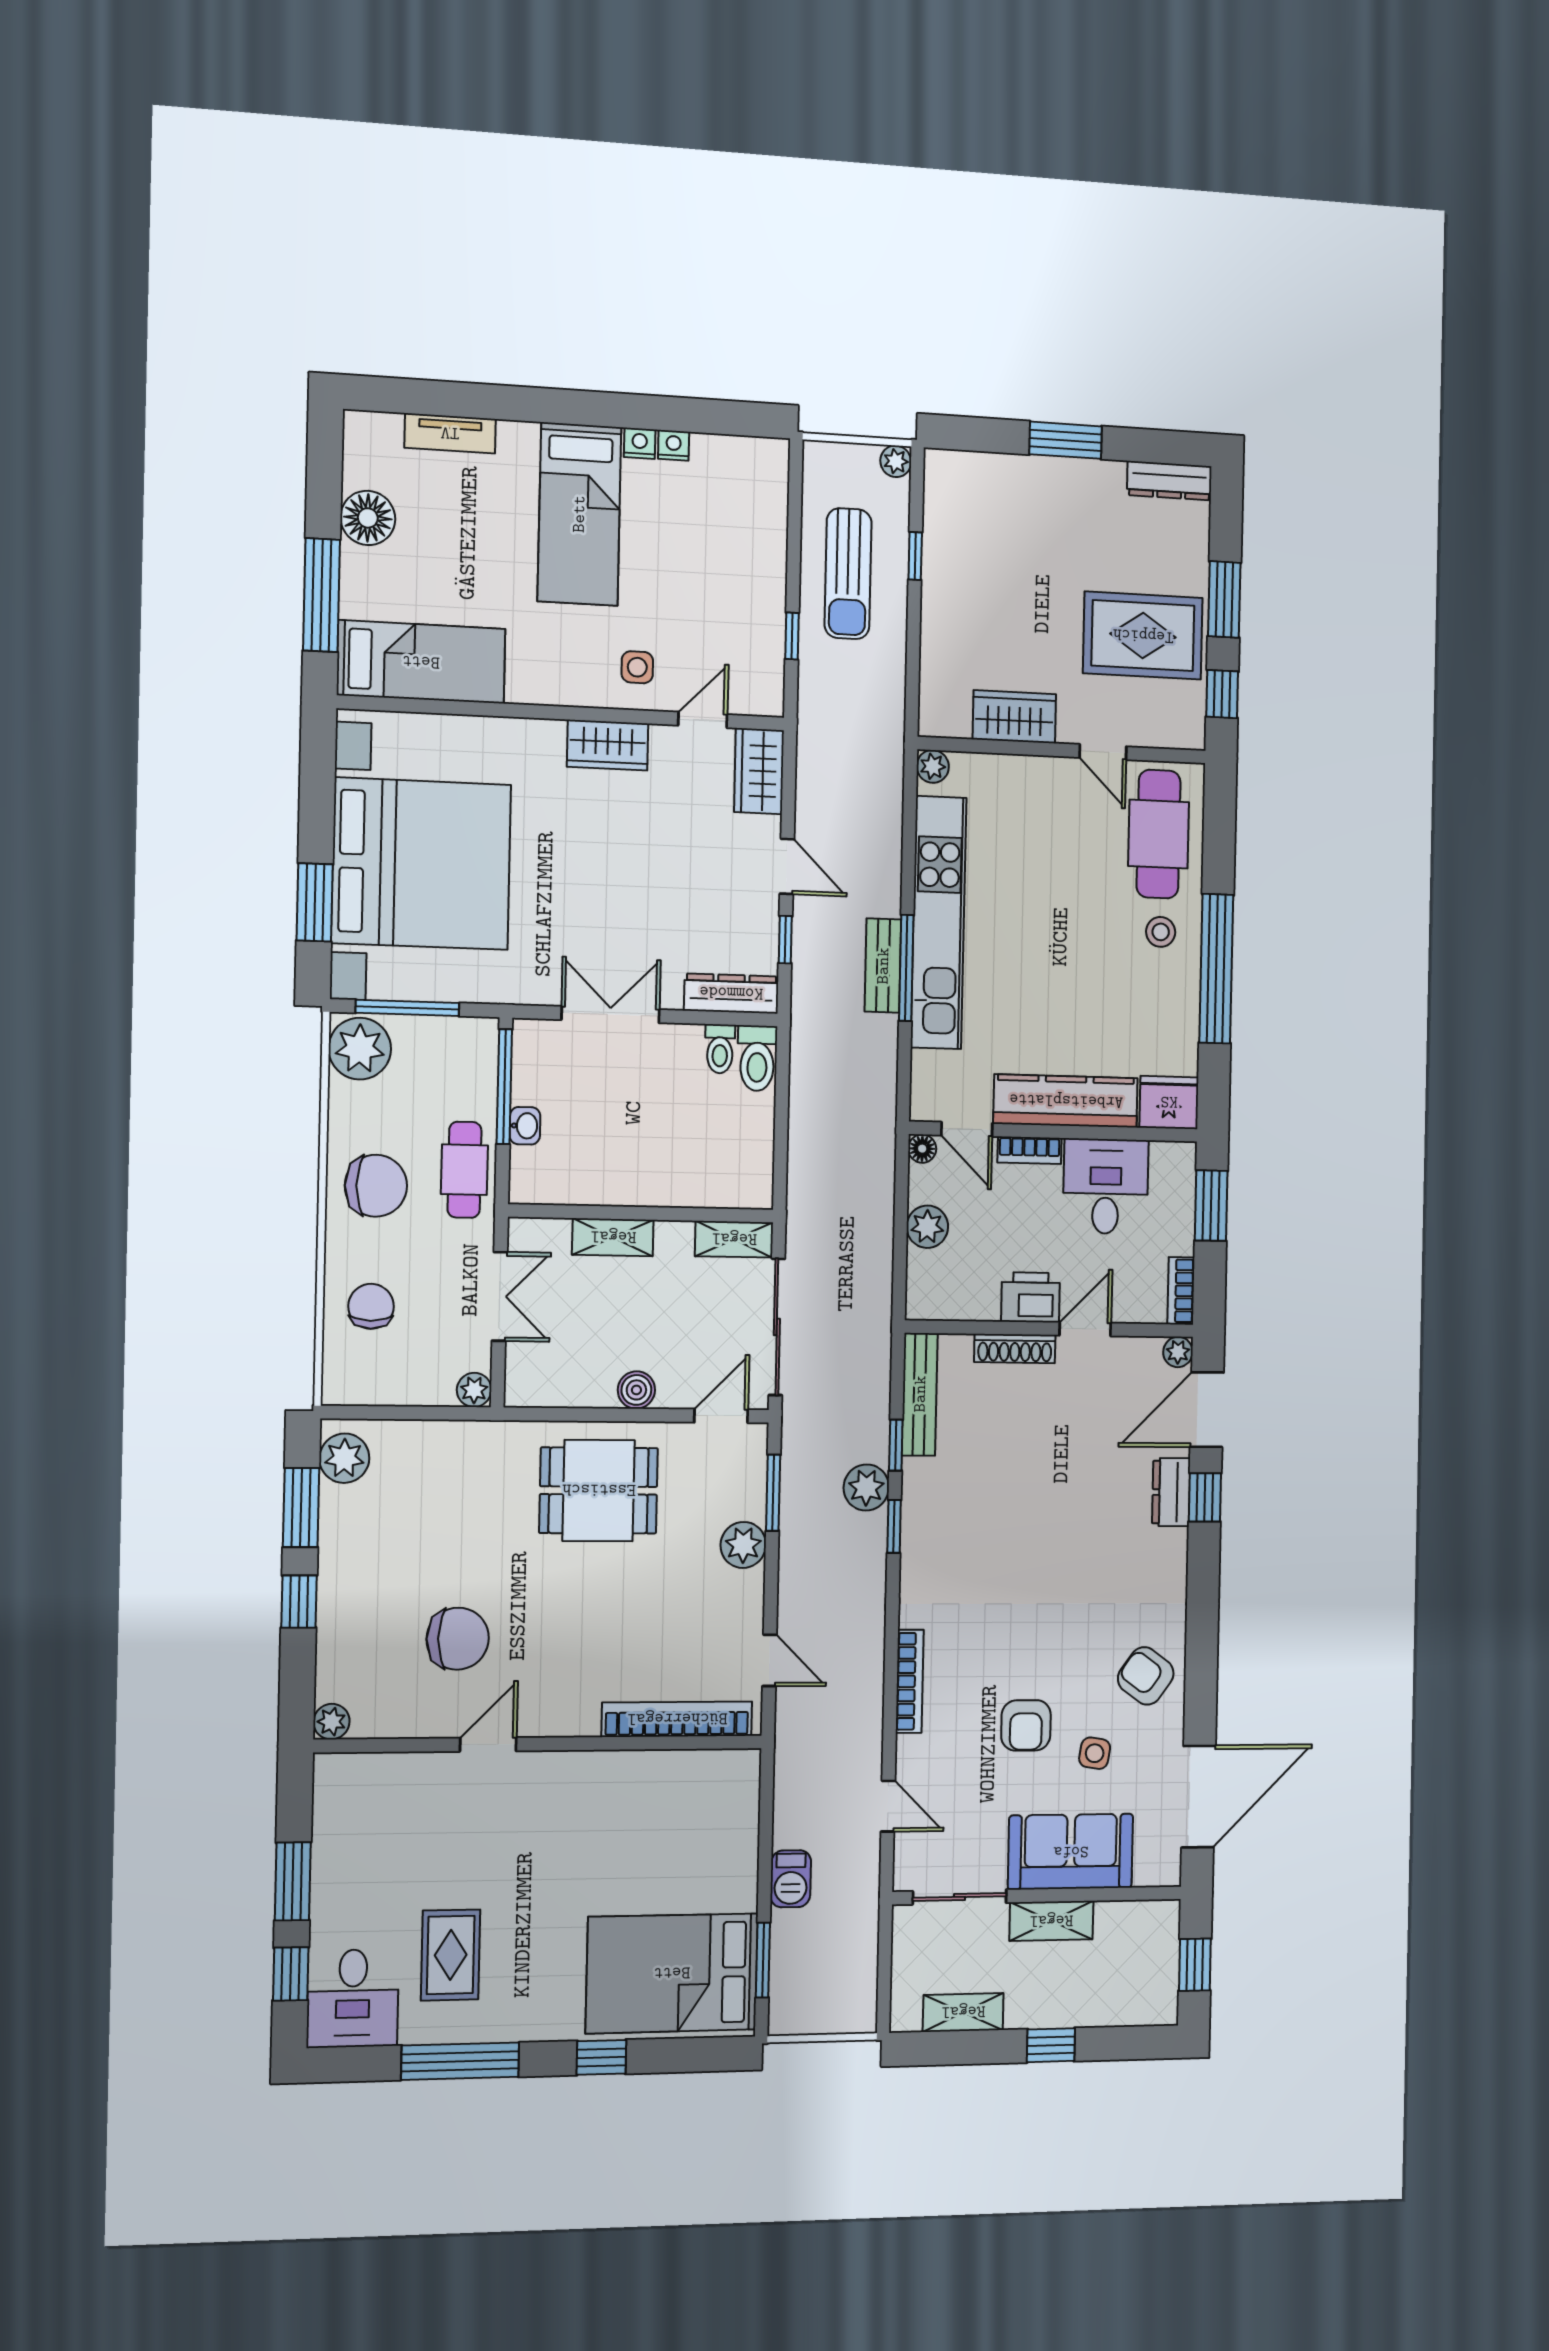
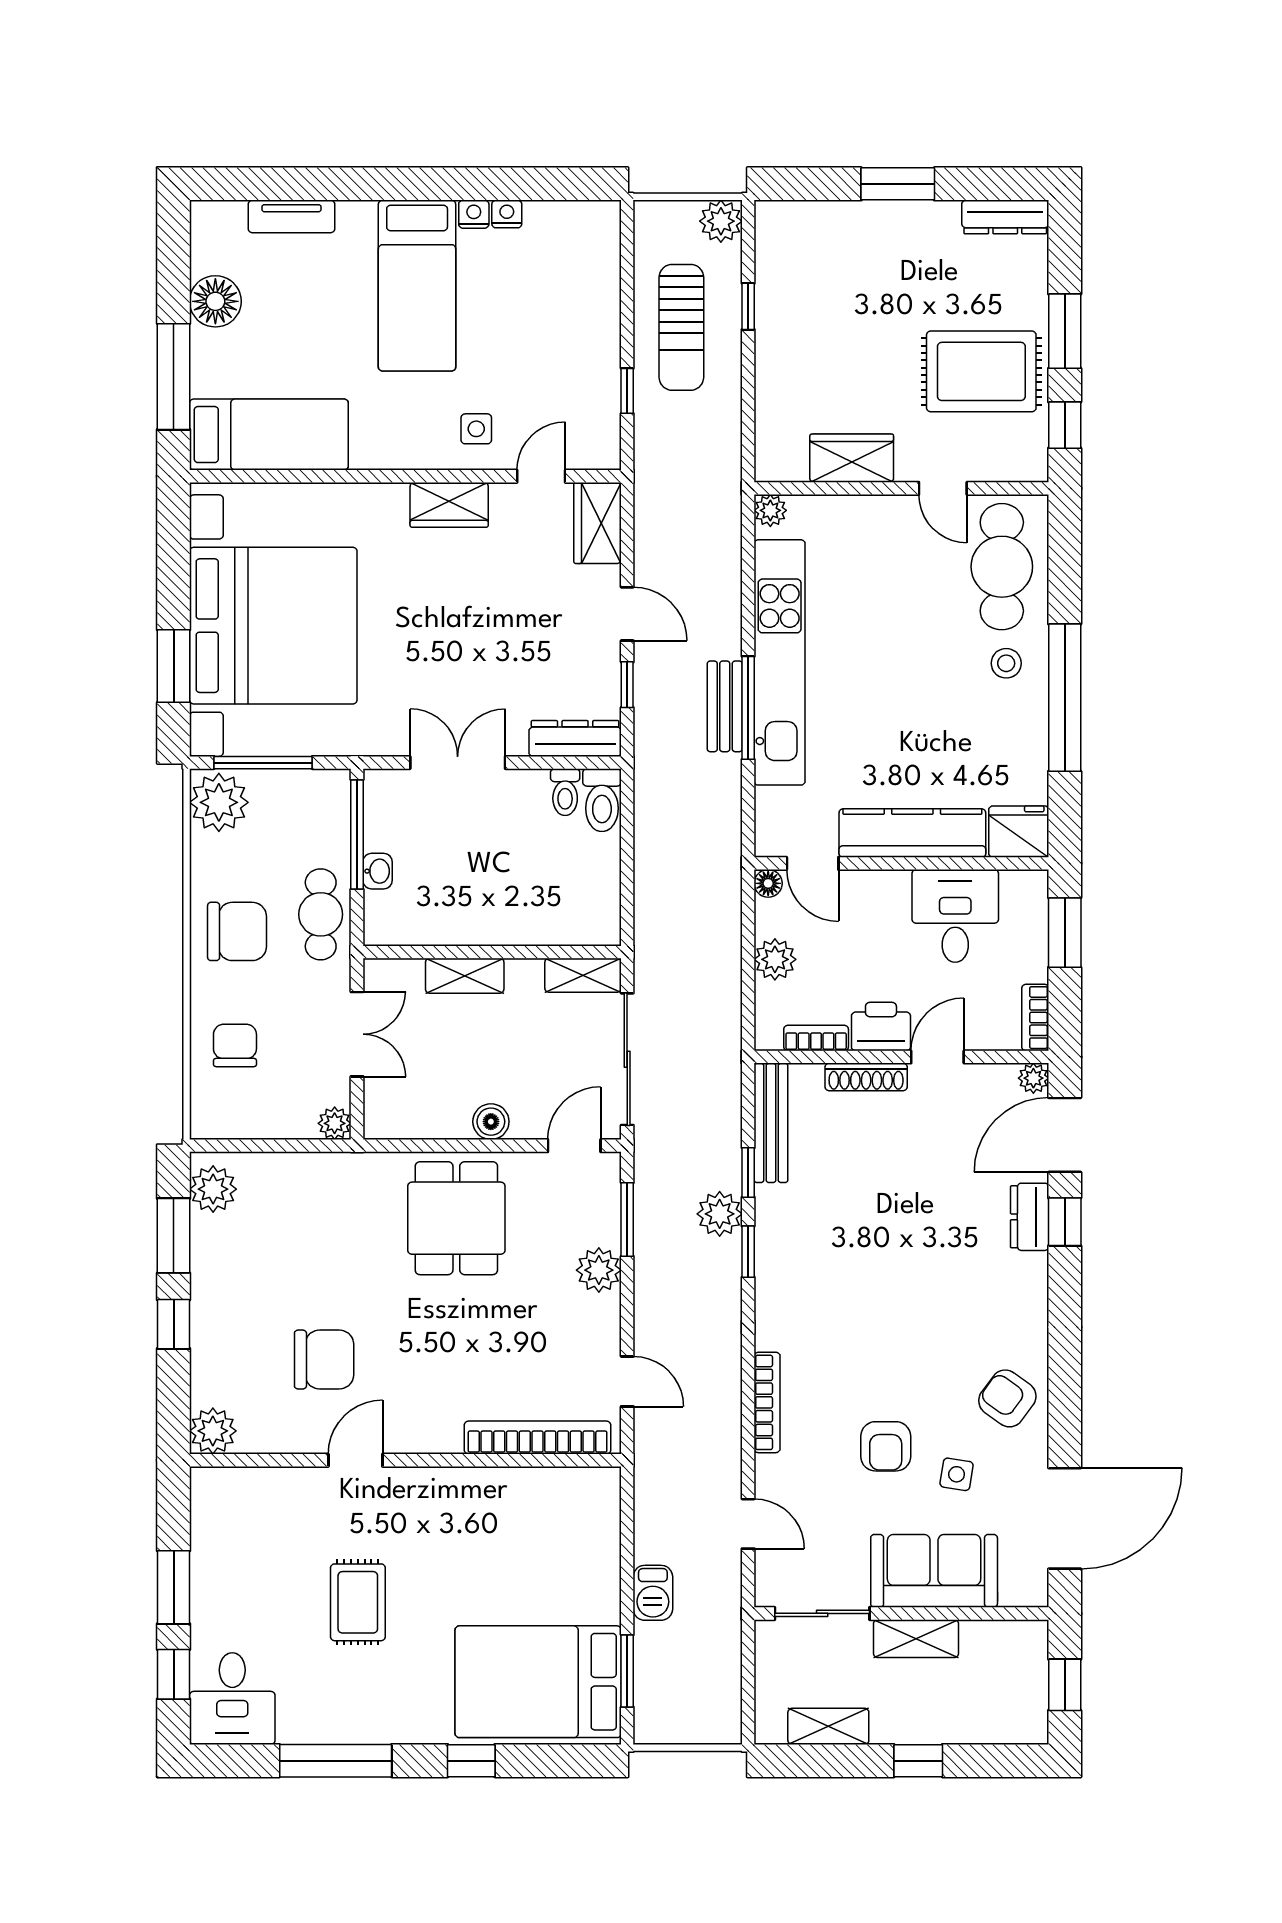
plant: (896, 461) -> (721, 221), width x1.38, depth x1.38
bookcase: (1029, 1150) -> (816, 1038), moved, turned 180
dining table: (599, 1490) -> (456, 1218), turned 90
plant: (332, 1722) -> (213, 1431), width x1.38, depth x1.38
rug: (451, 1955) -> (358, 1602), moved

